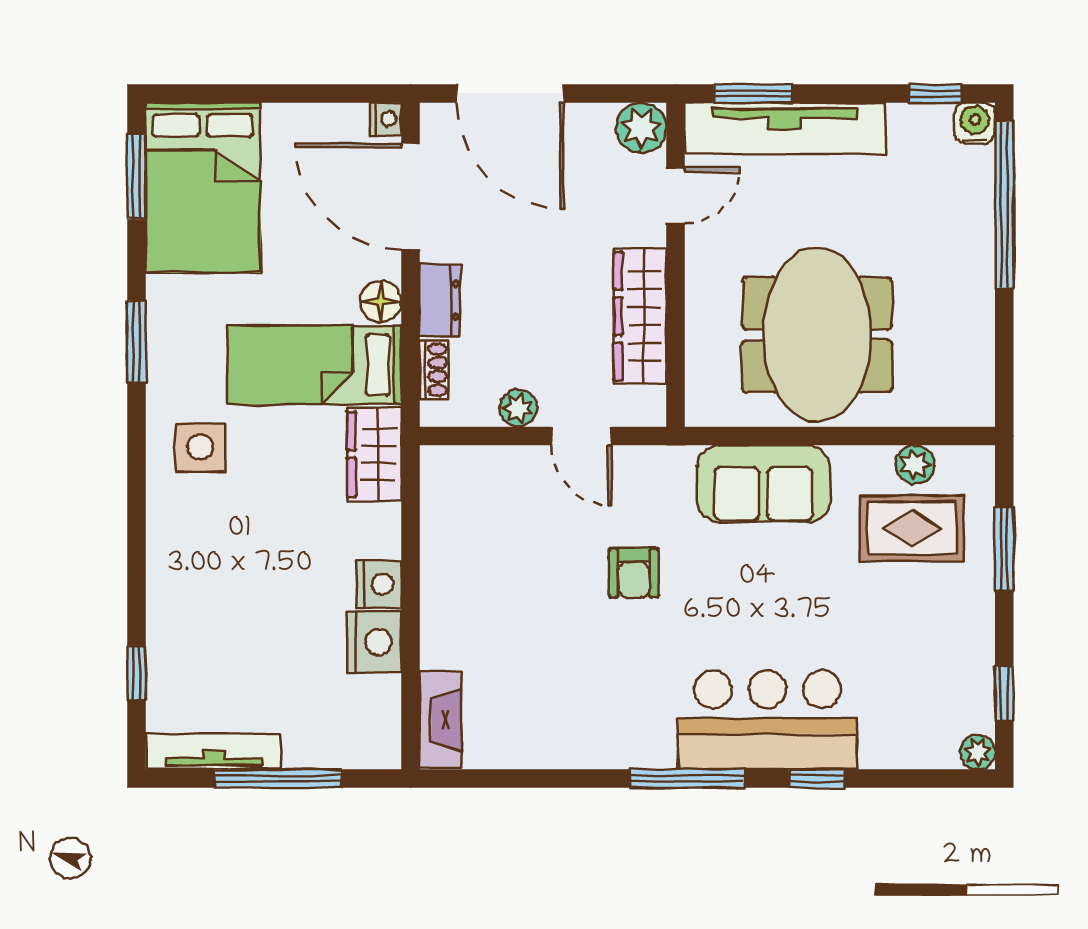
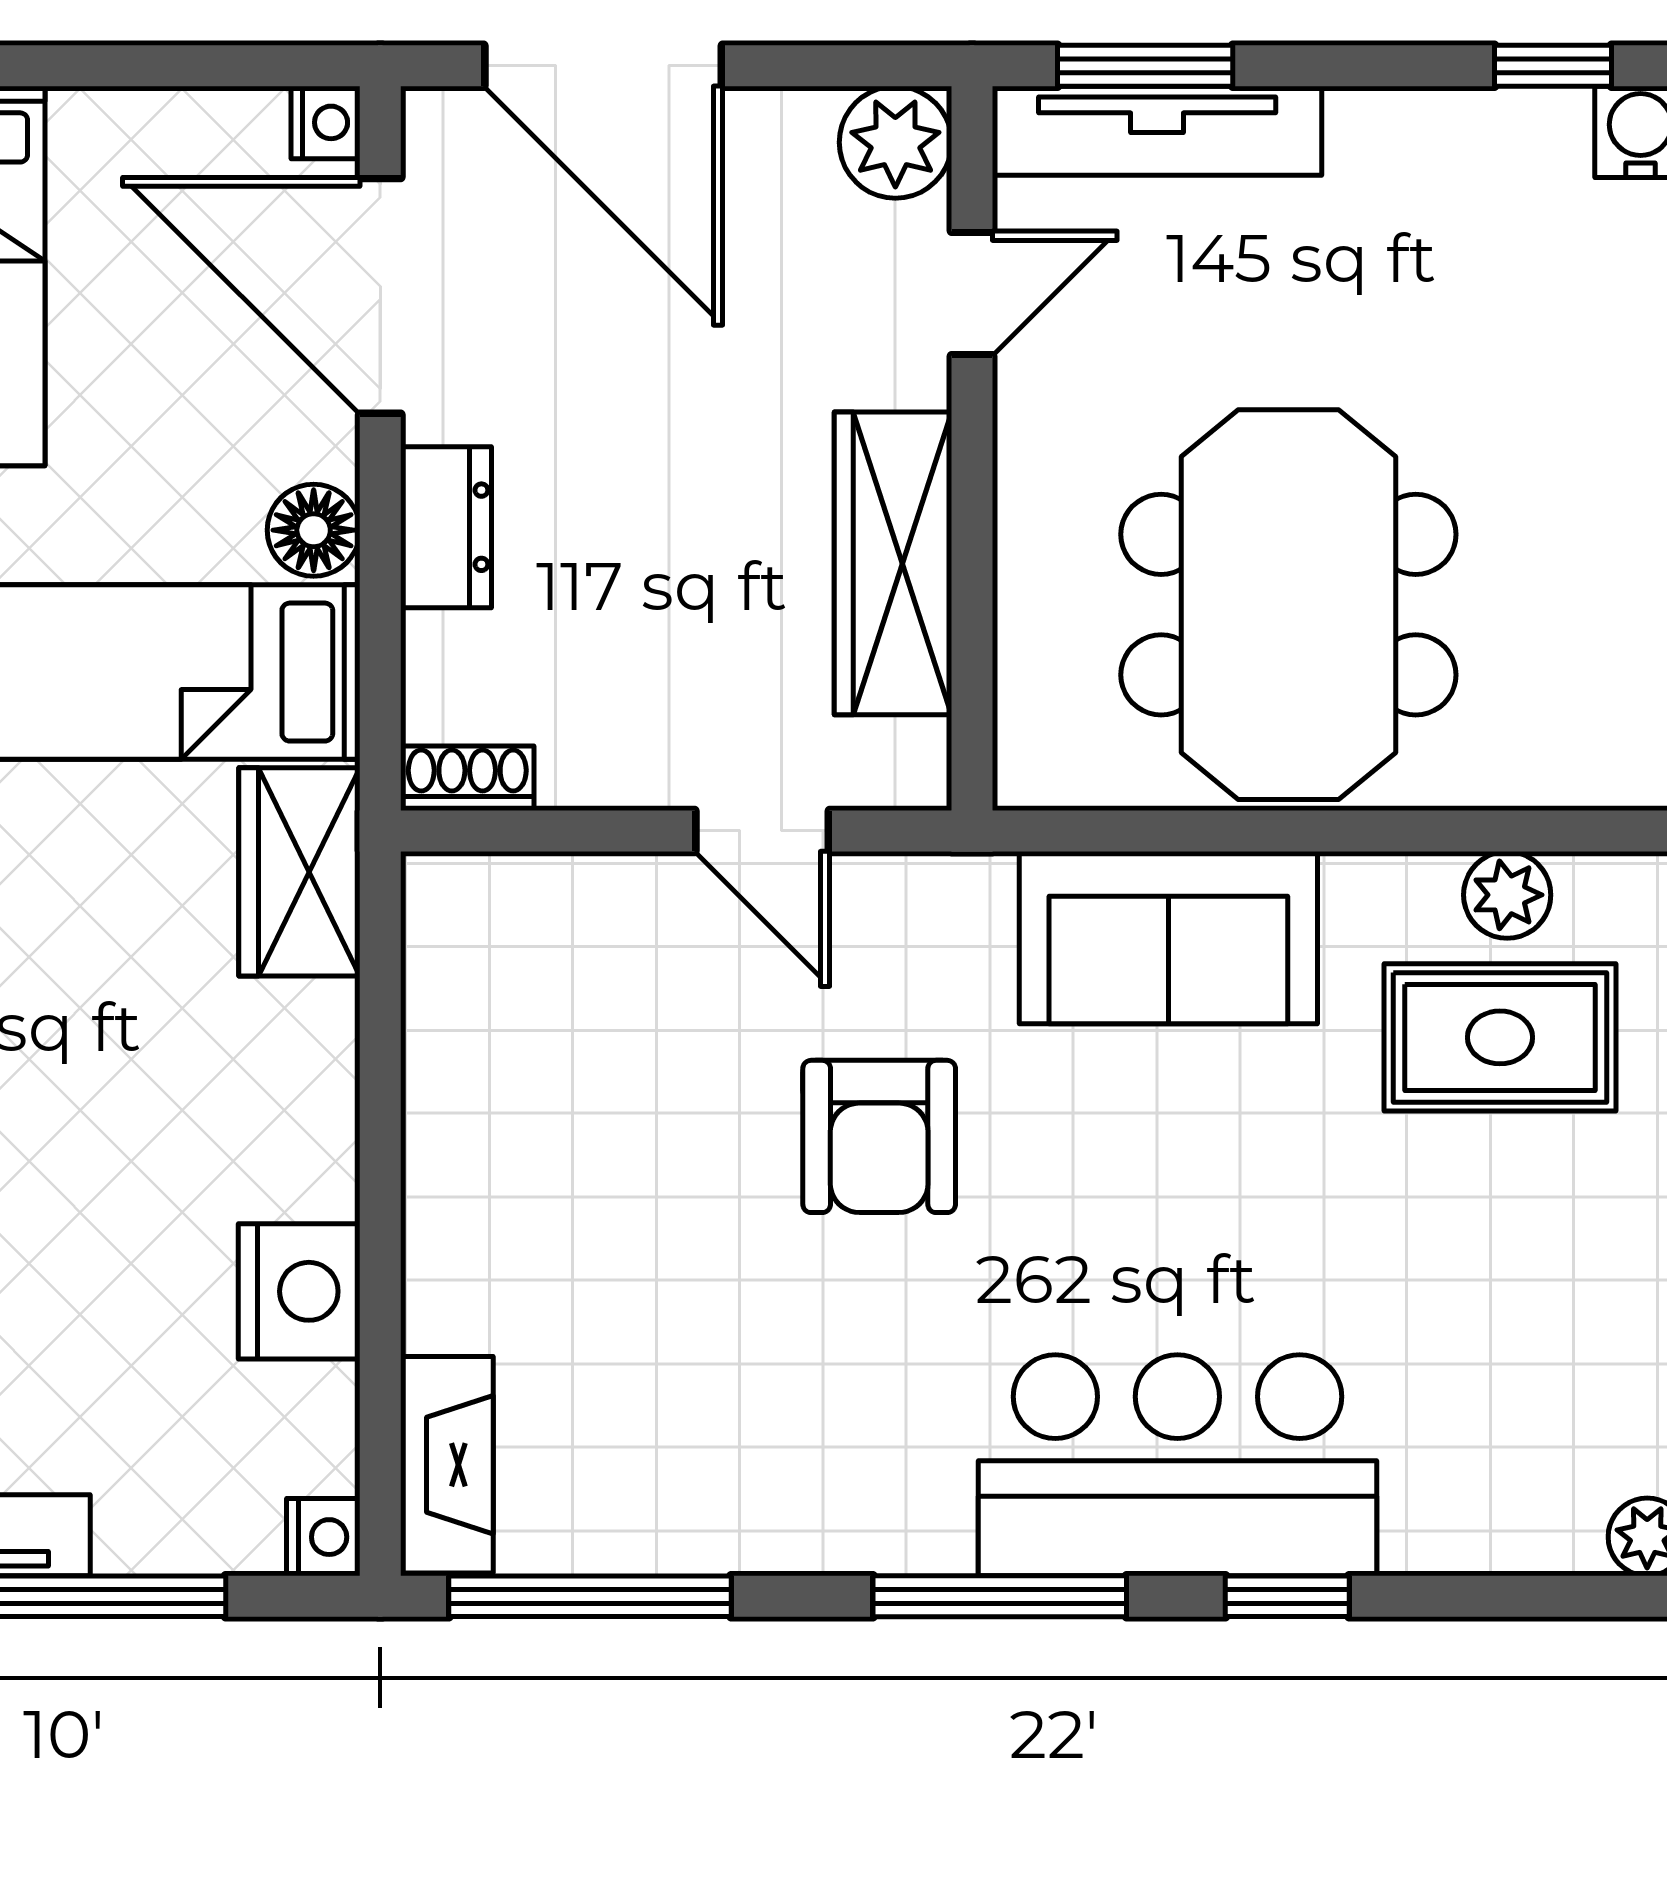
tv unit: (785, 128) -> (1157, 131), width x0.73, depth x0.78
shoe rack: (434, 370) -> (467, 778), moved, turned -90
plant: (518, 408) -> (621, 769), removed
armchair: (634, 573) -> (879, 1136), width x1.38, depth x1.38
nightstand: (379, 584) -> (323, 1537), moved, width x0.72, depth x0.74
window: (504, 779) -> (590, 1596), added

